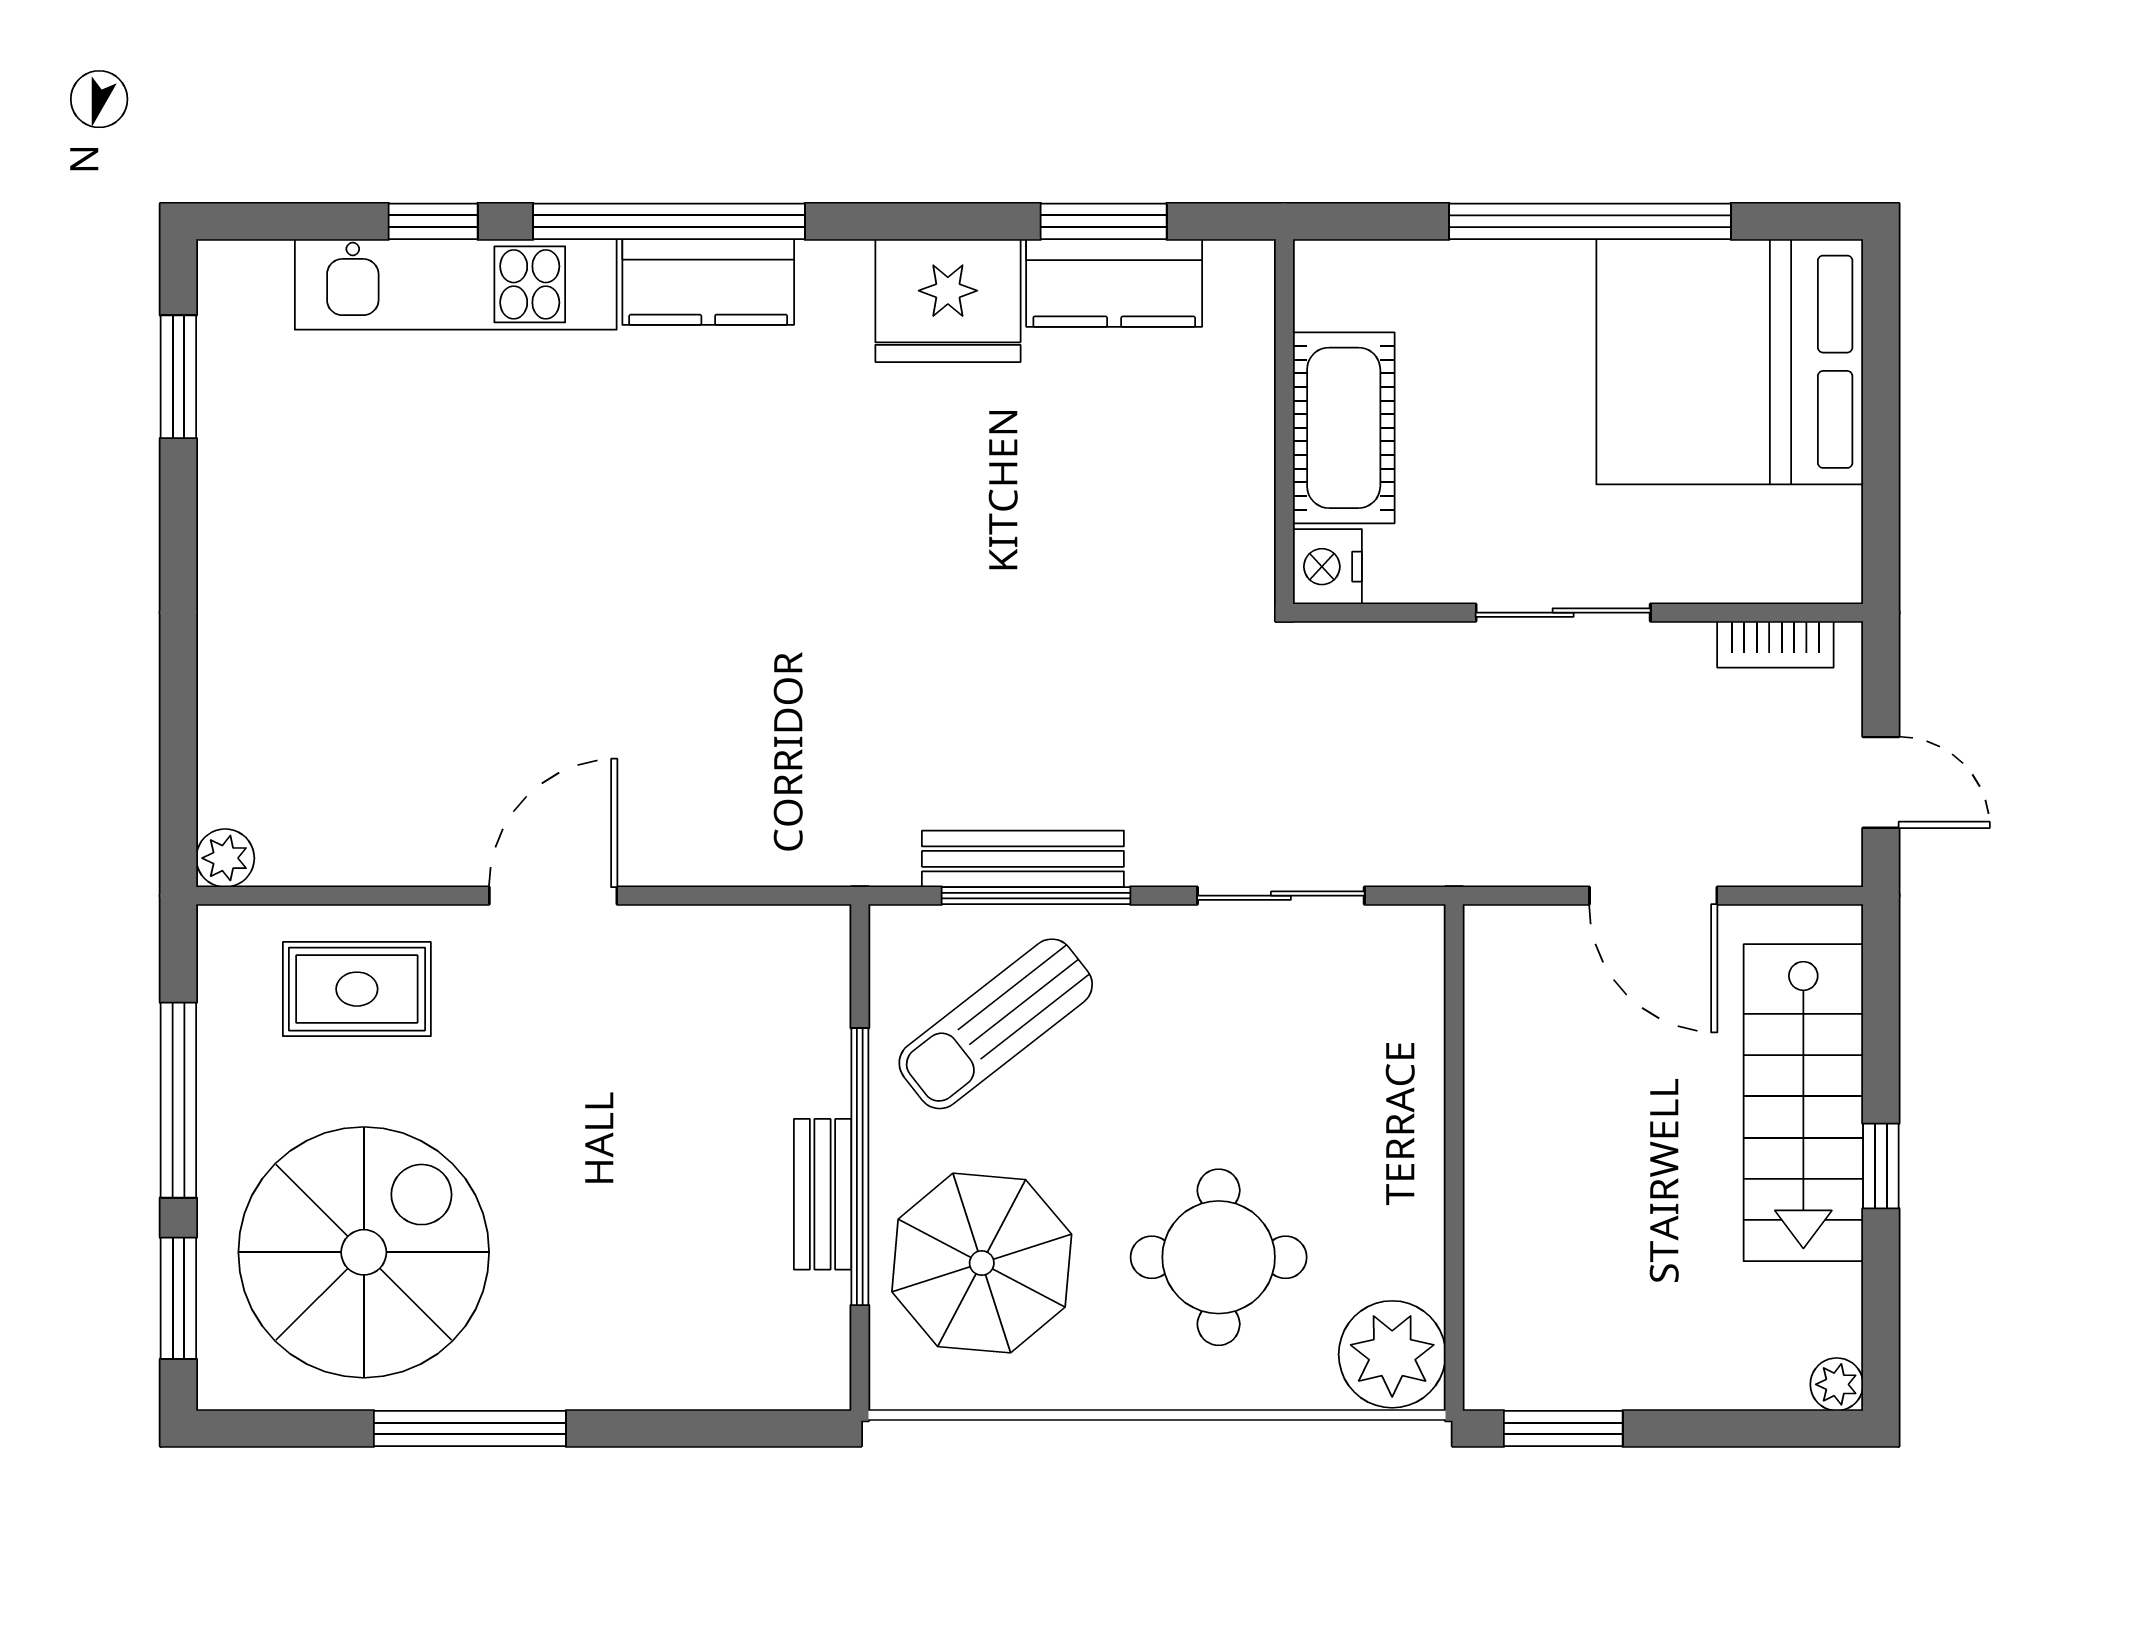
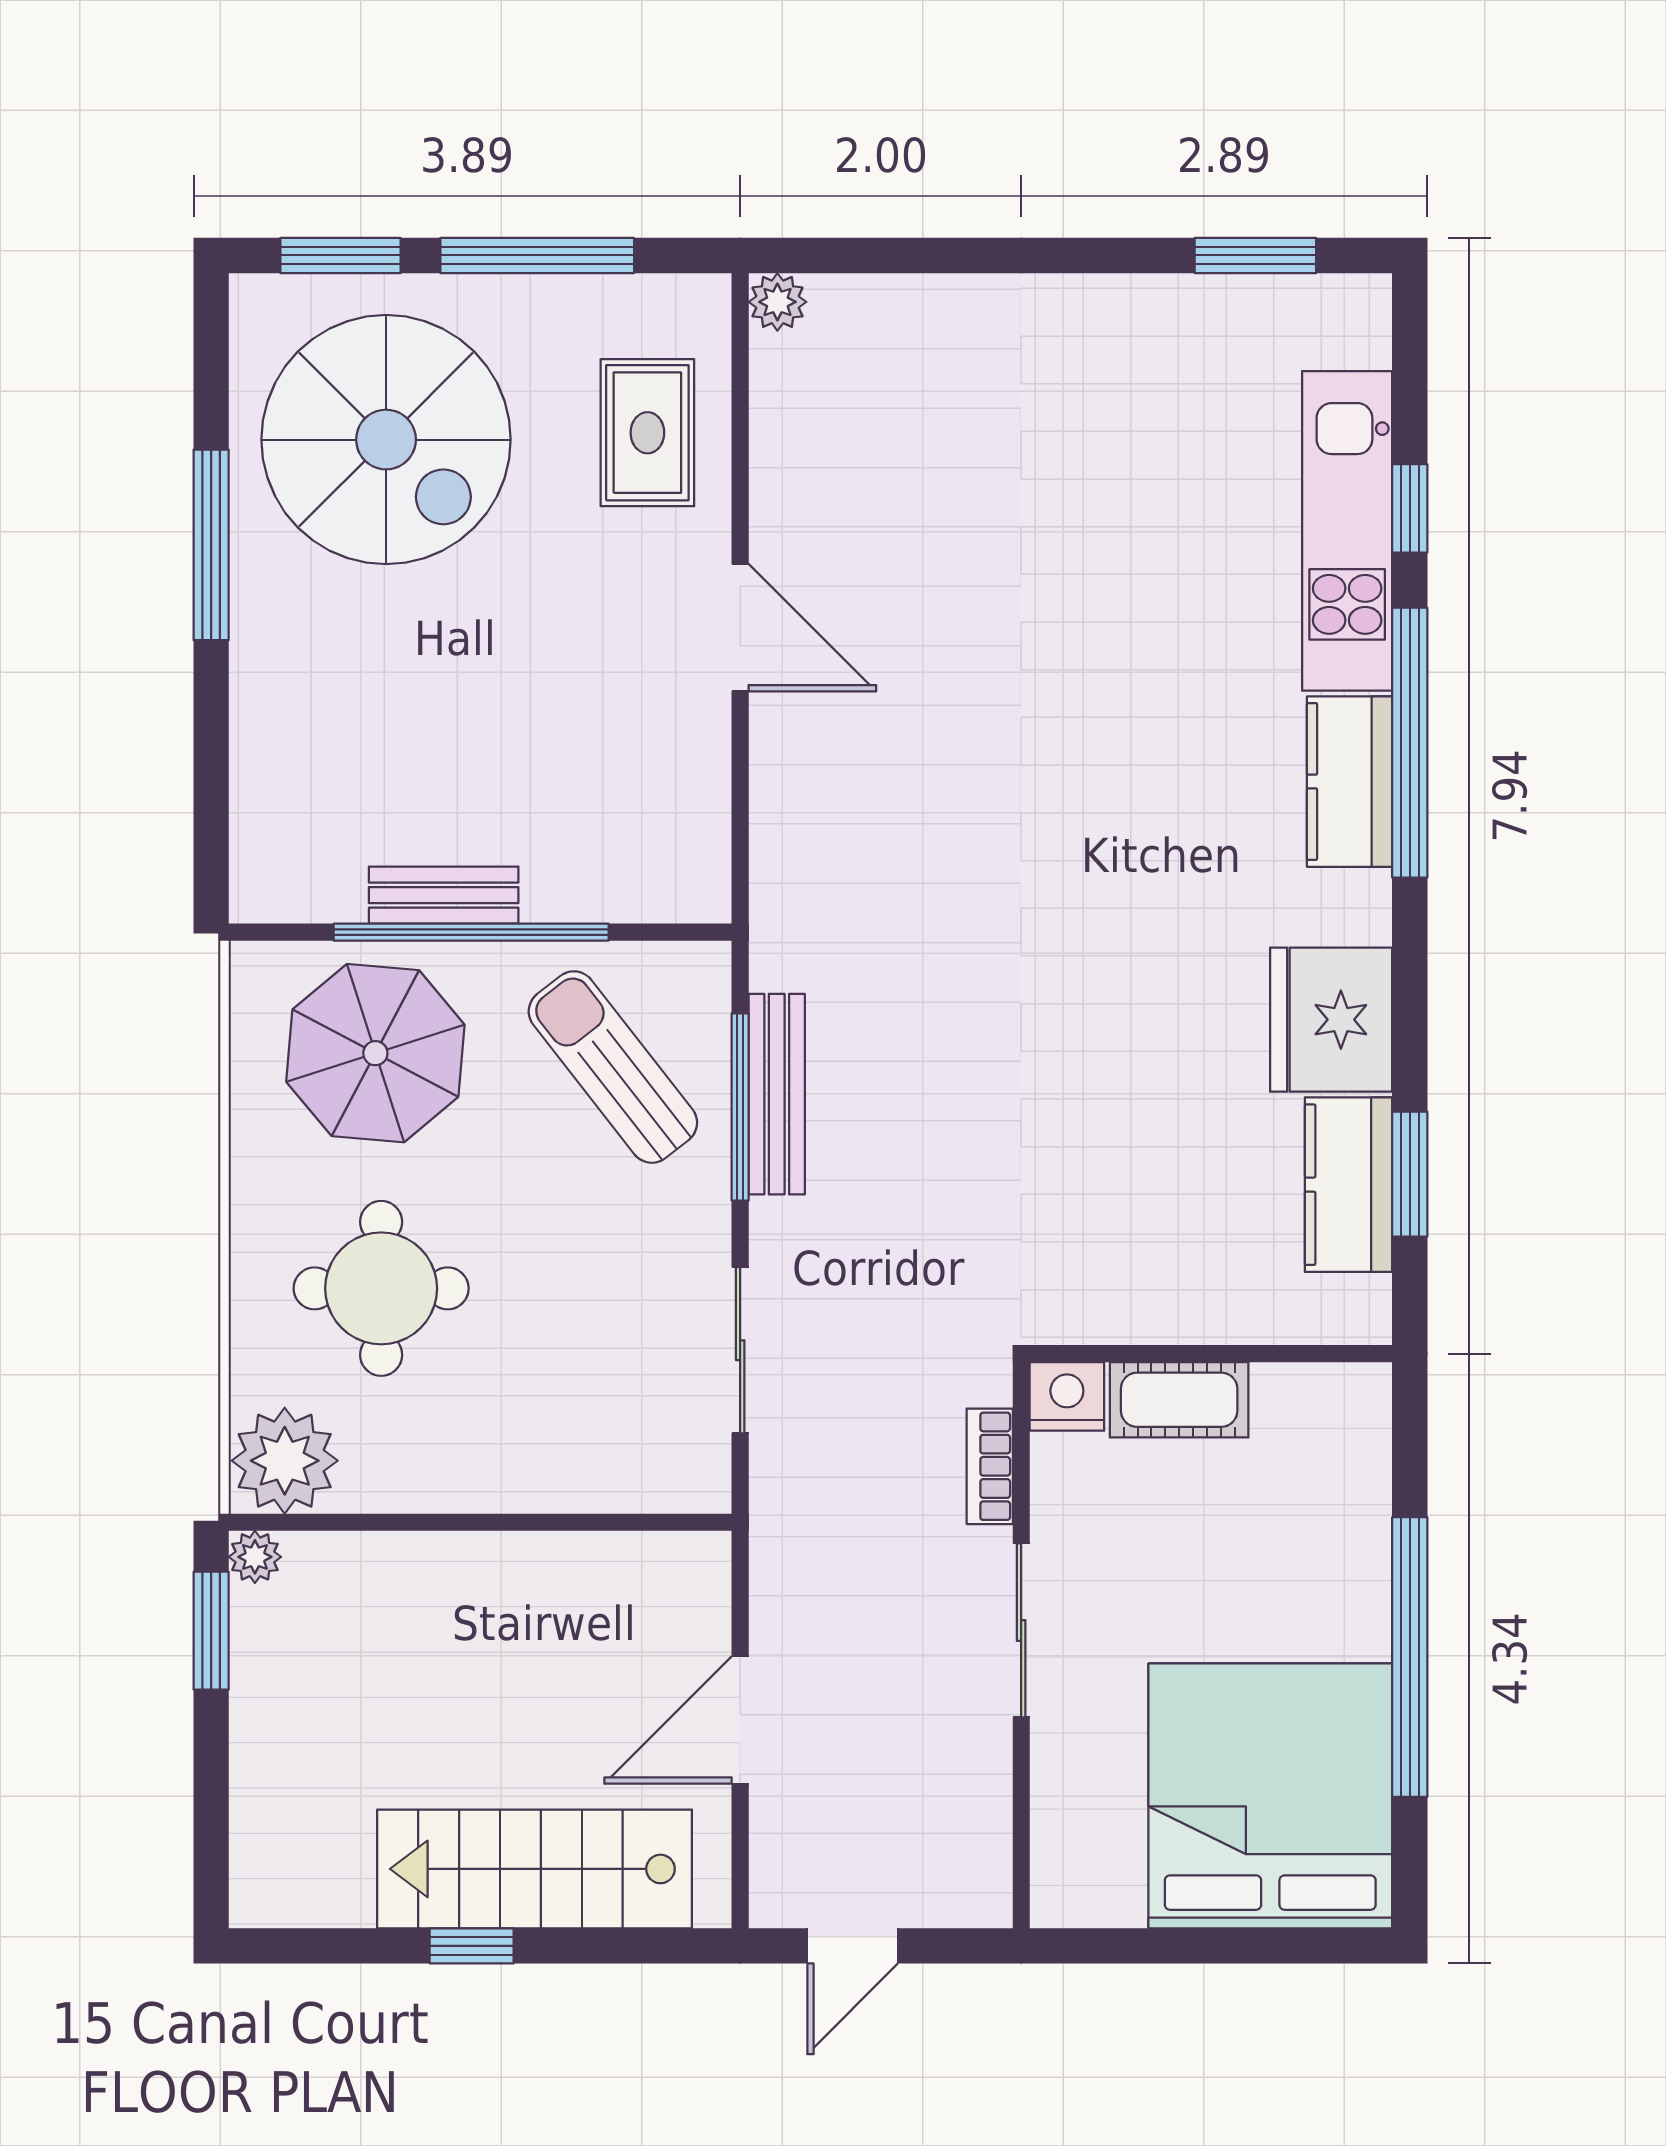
cot: (1344, 428) -> (1179, 1400), width x0.73, depth x0.75
bookcase: (1775, 644) -> (990, 1466), moved
plant: (1837, 1384) -> (255, 1557), moved

